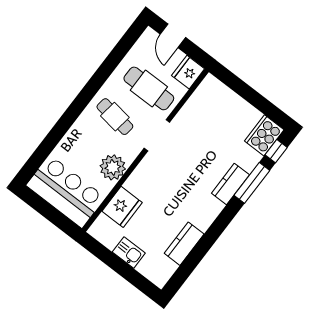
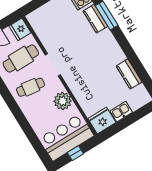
kitchen counter: (230, 184) -> (95, 19), moved
fridge: (122, 207) -> (102, 121), moved, turned -90
window: (48, 212) -> (75, 153), added

